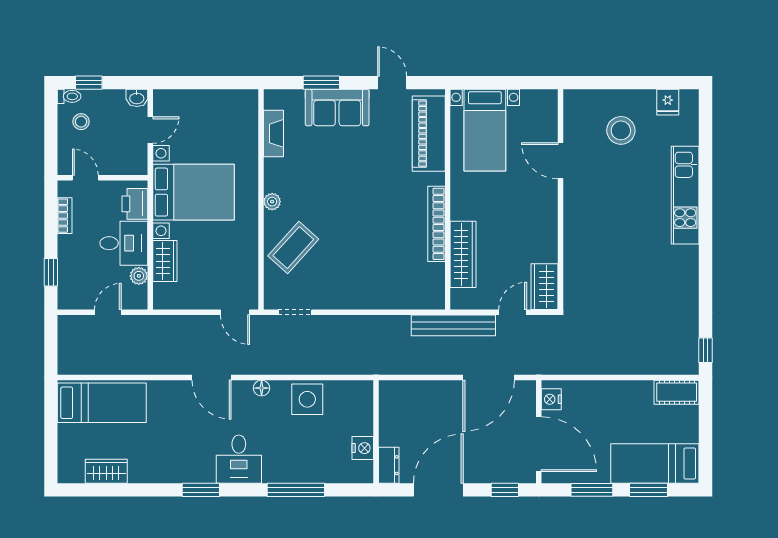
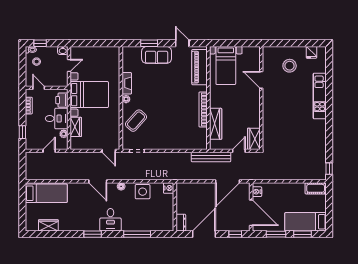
fireplace: (274, 133) -> (127, 83), moved
nightstand: (363, 448) -> (169, 188), moved

